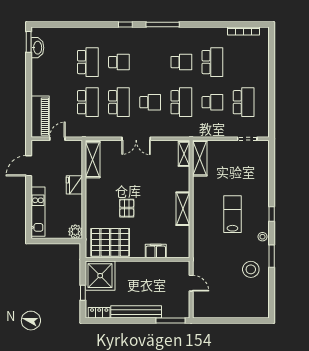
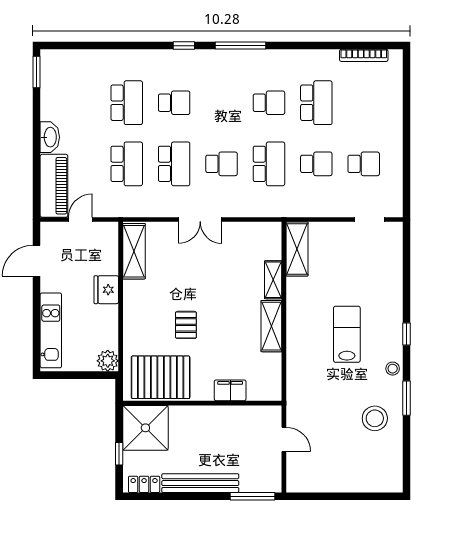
washbasin: (37, 48) -> (50, 137), moved
school desk: (244, 102) -> (364, 164), width x0.54
shelving: (184, 154) -> (273, 280), moved

